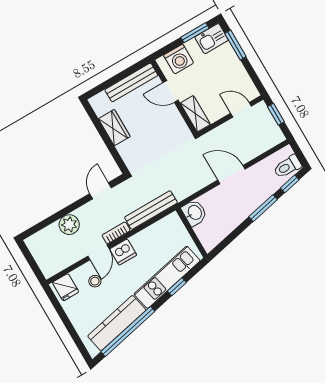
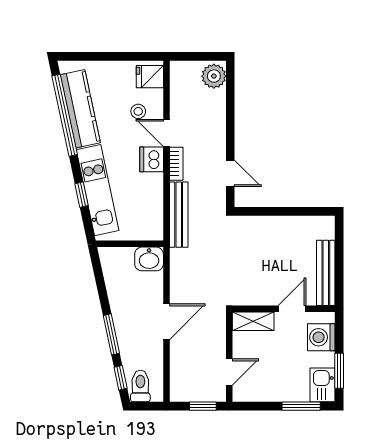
wardrobe: (114, 128) -> (289, 227), removed
plant: (69, 225) -> (214, 76), moved

